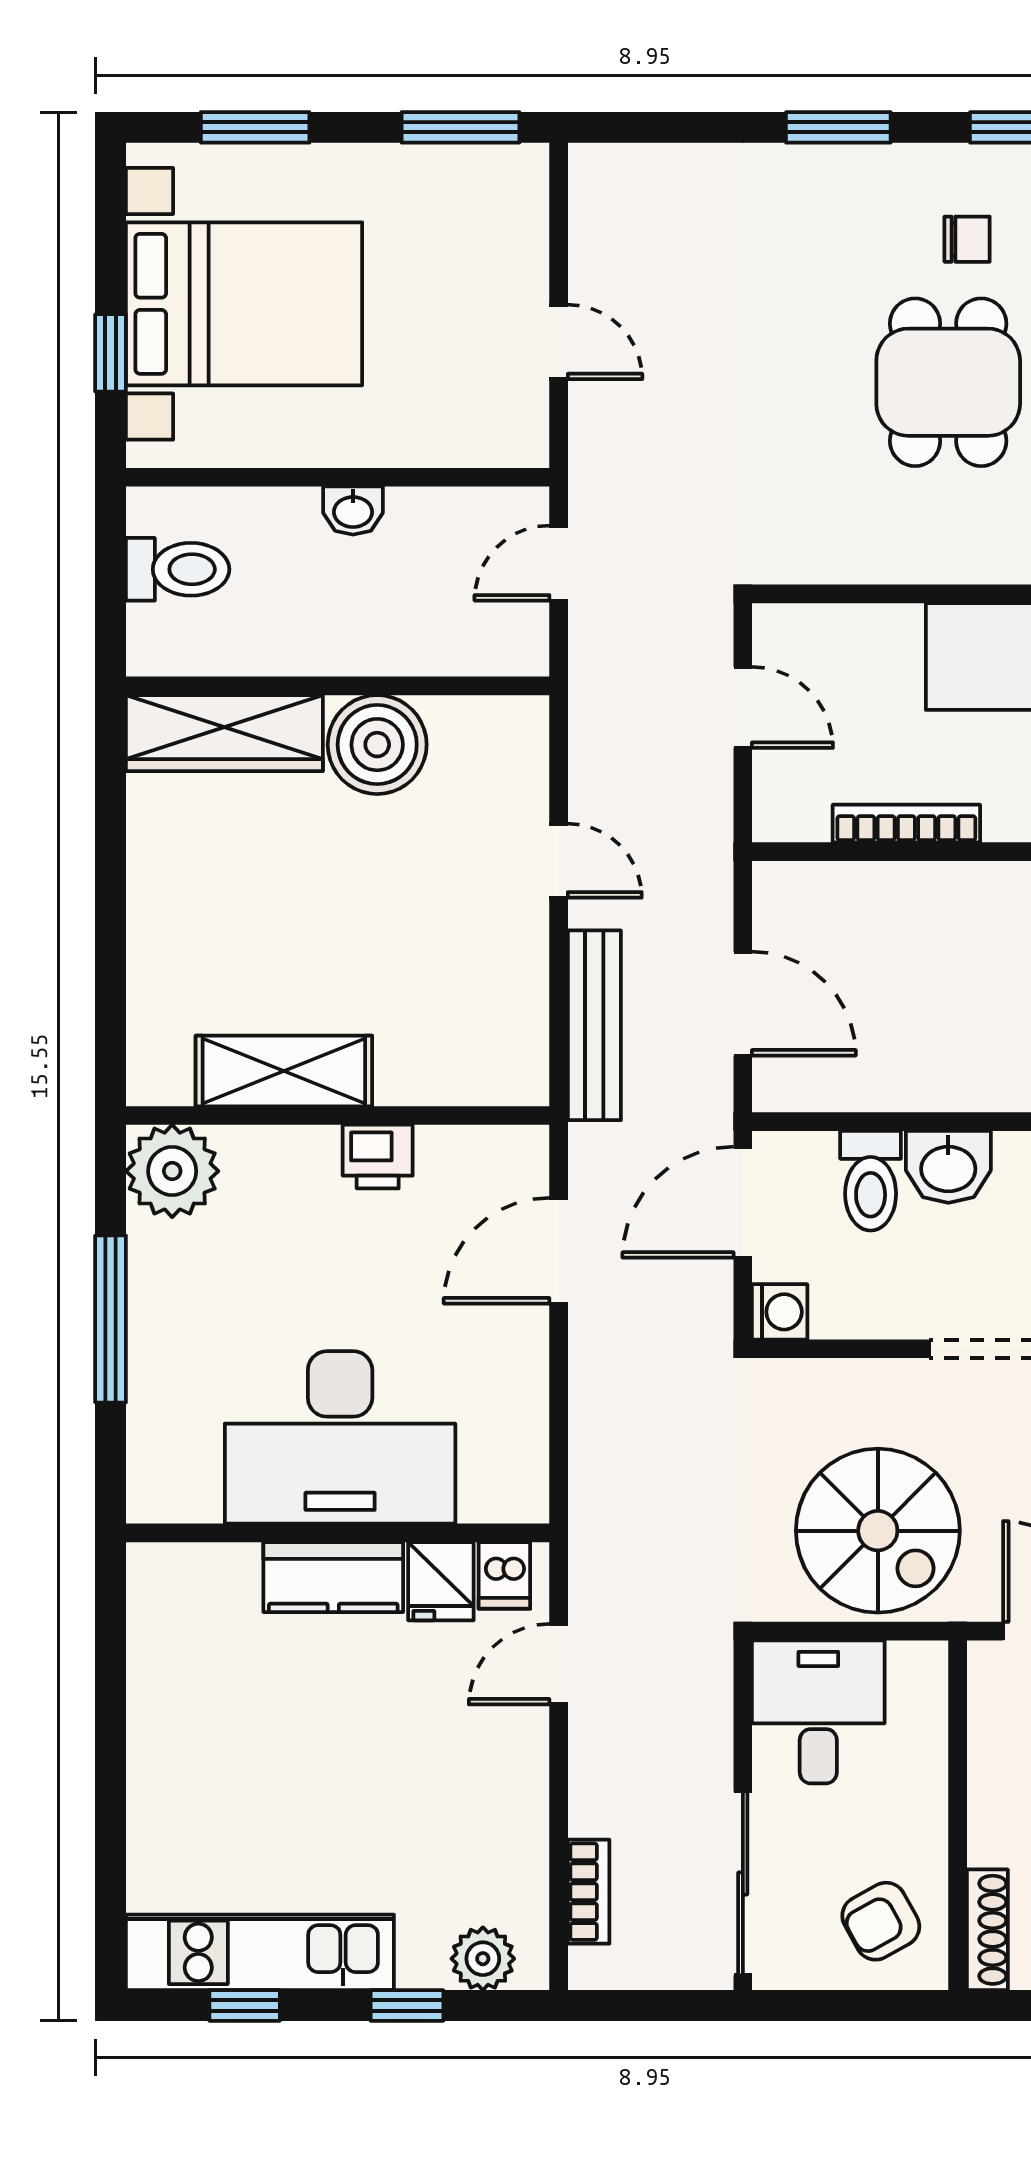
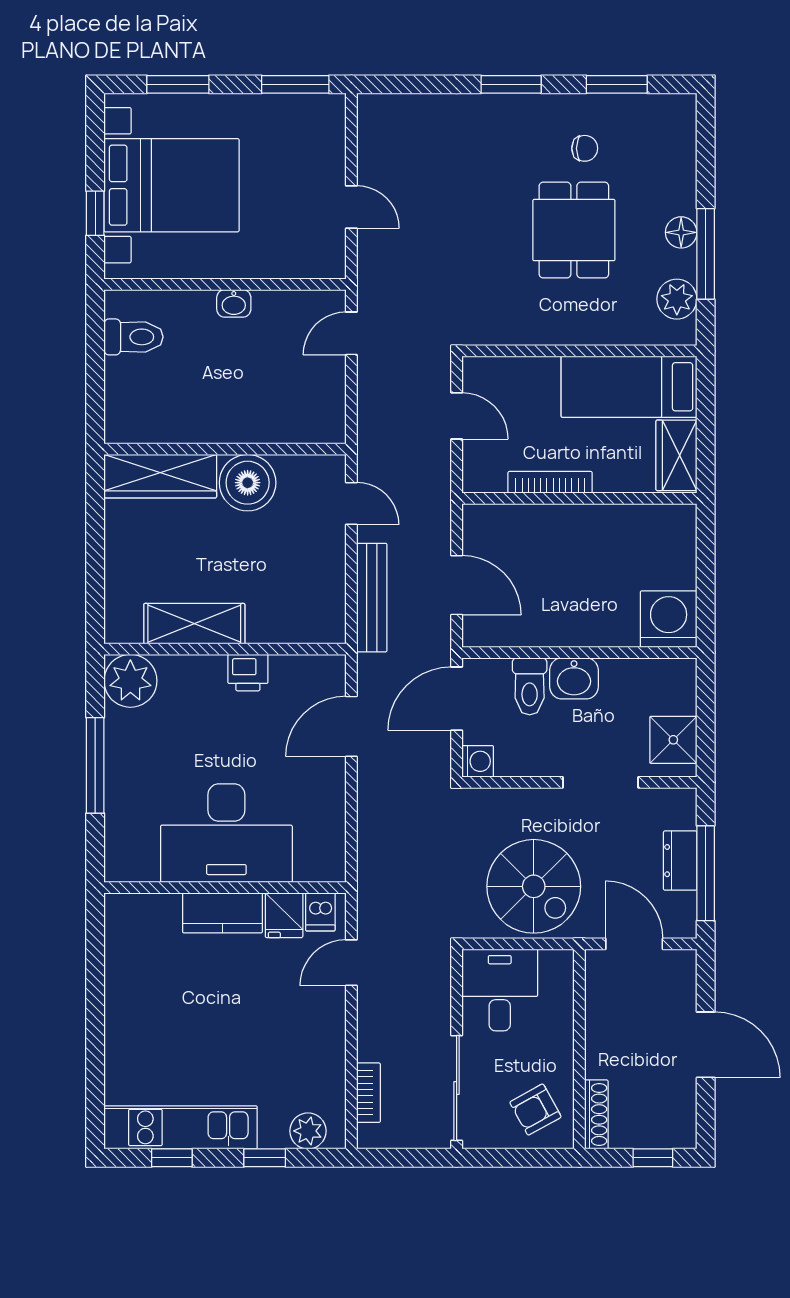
wall: (338, 686) -> (225, 449), moved
wardrobe: (224, 733) -> (160, 476), moved
boiler: (377, 745) -> (248, 483), moved

